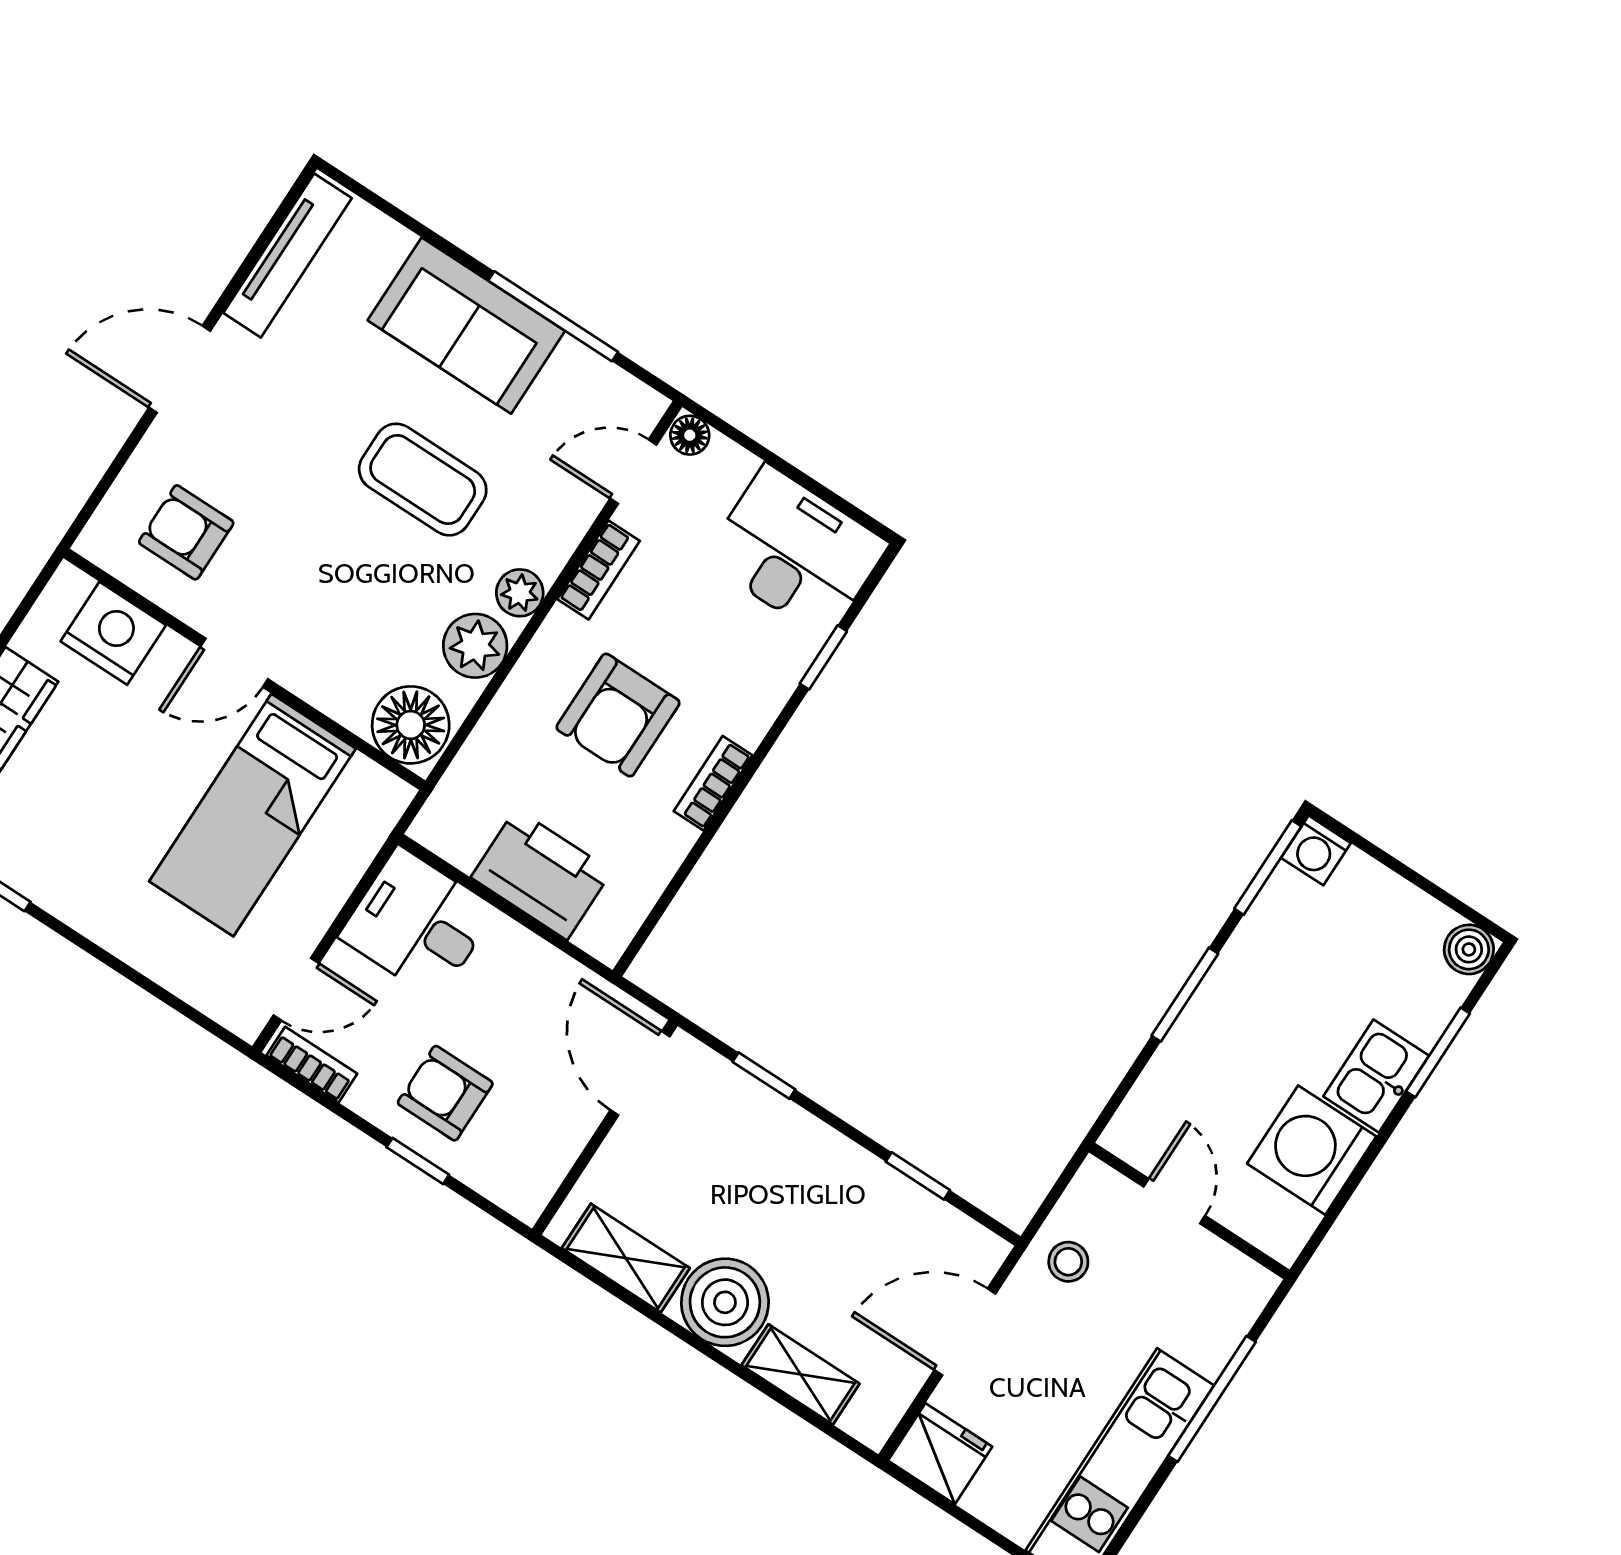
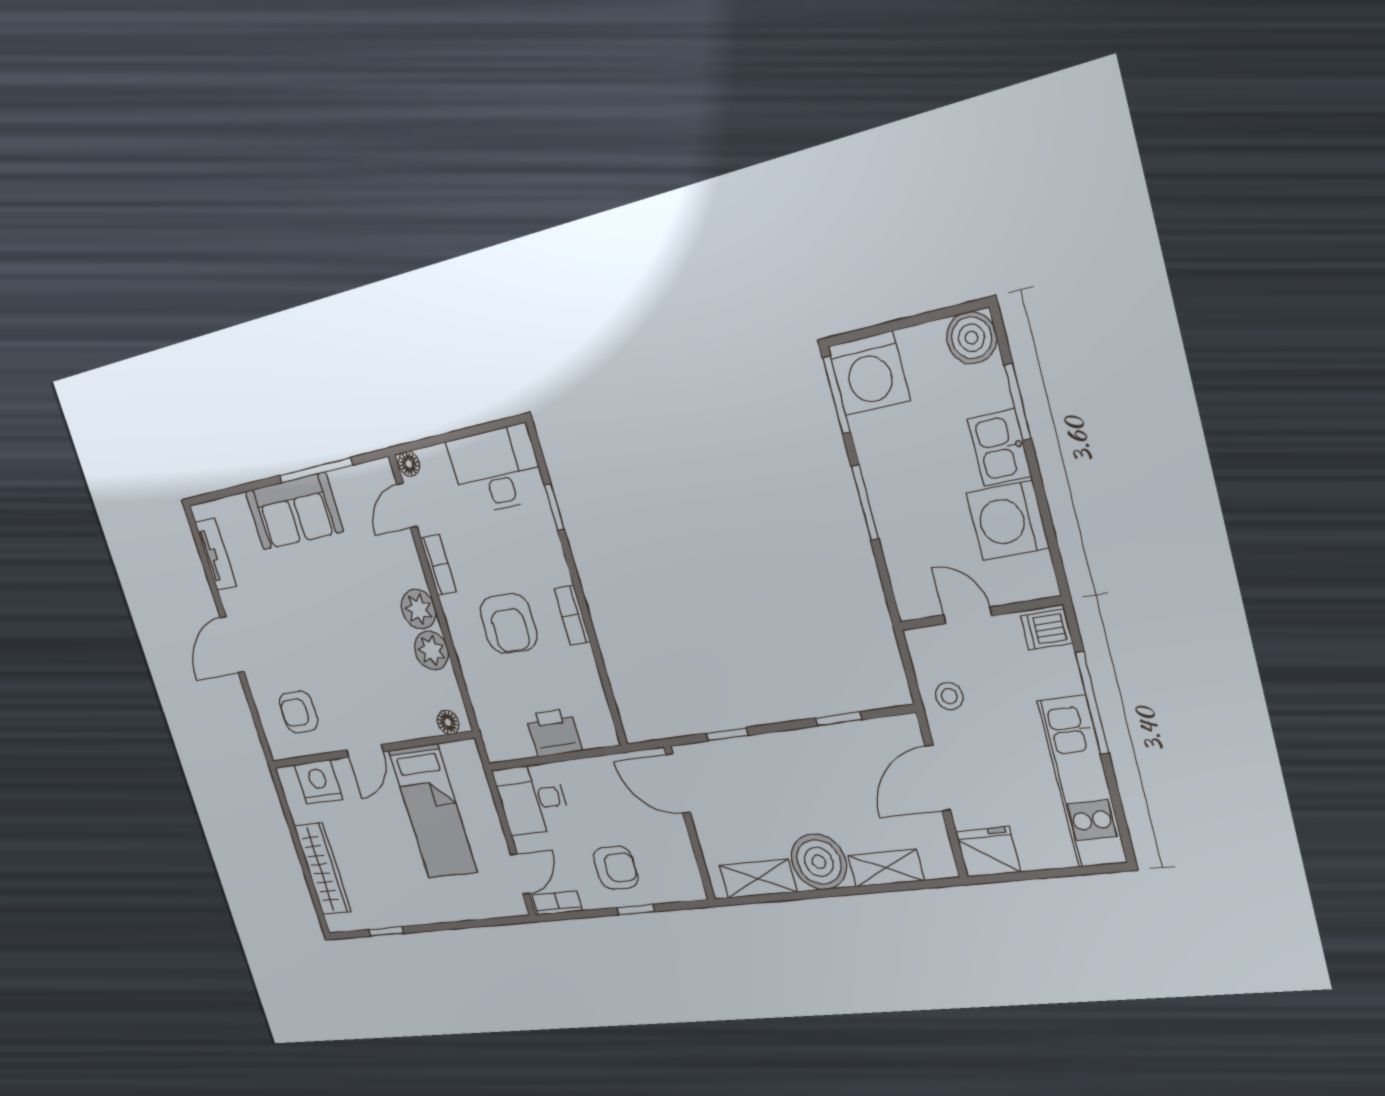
tv unit: (287, 256) -> (216, 554), width x0.71
coffee table: (423, 480) -> (345, 597), removed
plant: (520, 593) -> (419, 609), width x1.38, depth x1.38
floor lamp: (411, 725) -> (448, 722), width x0.53, depth x0.53
washing machine: (1316, 850) -> (869, 373), width x1.89, depth x1.89
printer: (541, 874) -> (554, 733), width x0.73, depth x0.84
boiler: (1469, 949) -> (971, 338), width x1.36, depth x1.36
armchair: (445, 1093) -> (616, 868), turned 180
dishwasher: (1241, 1288) -> (1047, 629), added

